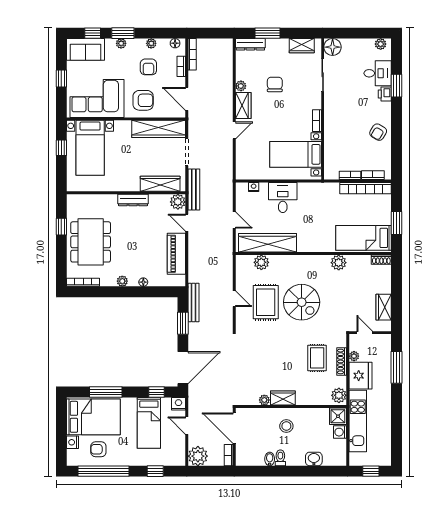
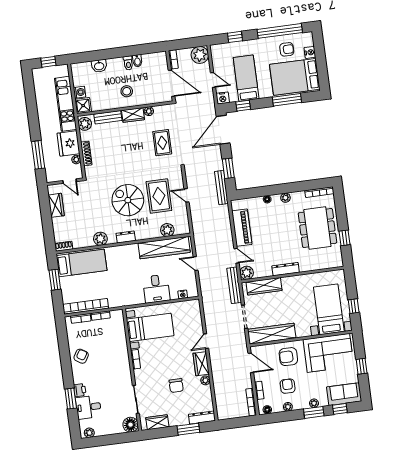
dresser: (310, 261) -> (126, 237), added
rug: (317, 358) -> (162, 143), moved
bench: (312, 399) -> (108, 117), added

